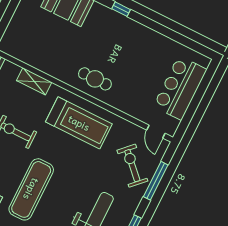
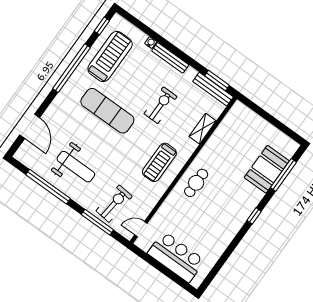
treadmill: (79, 123) -> (159, 162), width x0.73, depth x0.73
exercise bike: (132, 166) -> (114, 204), turned -39

